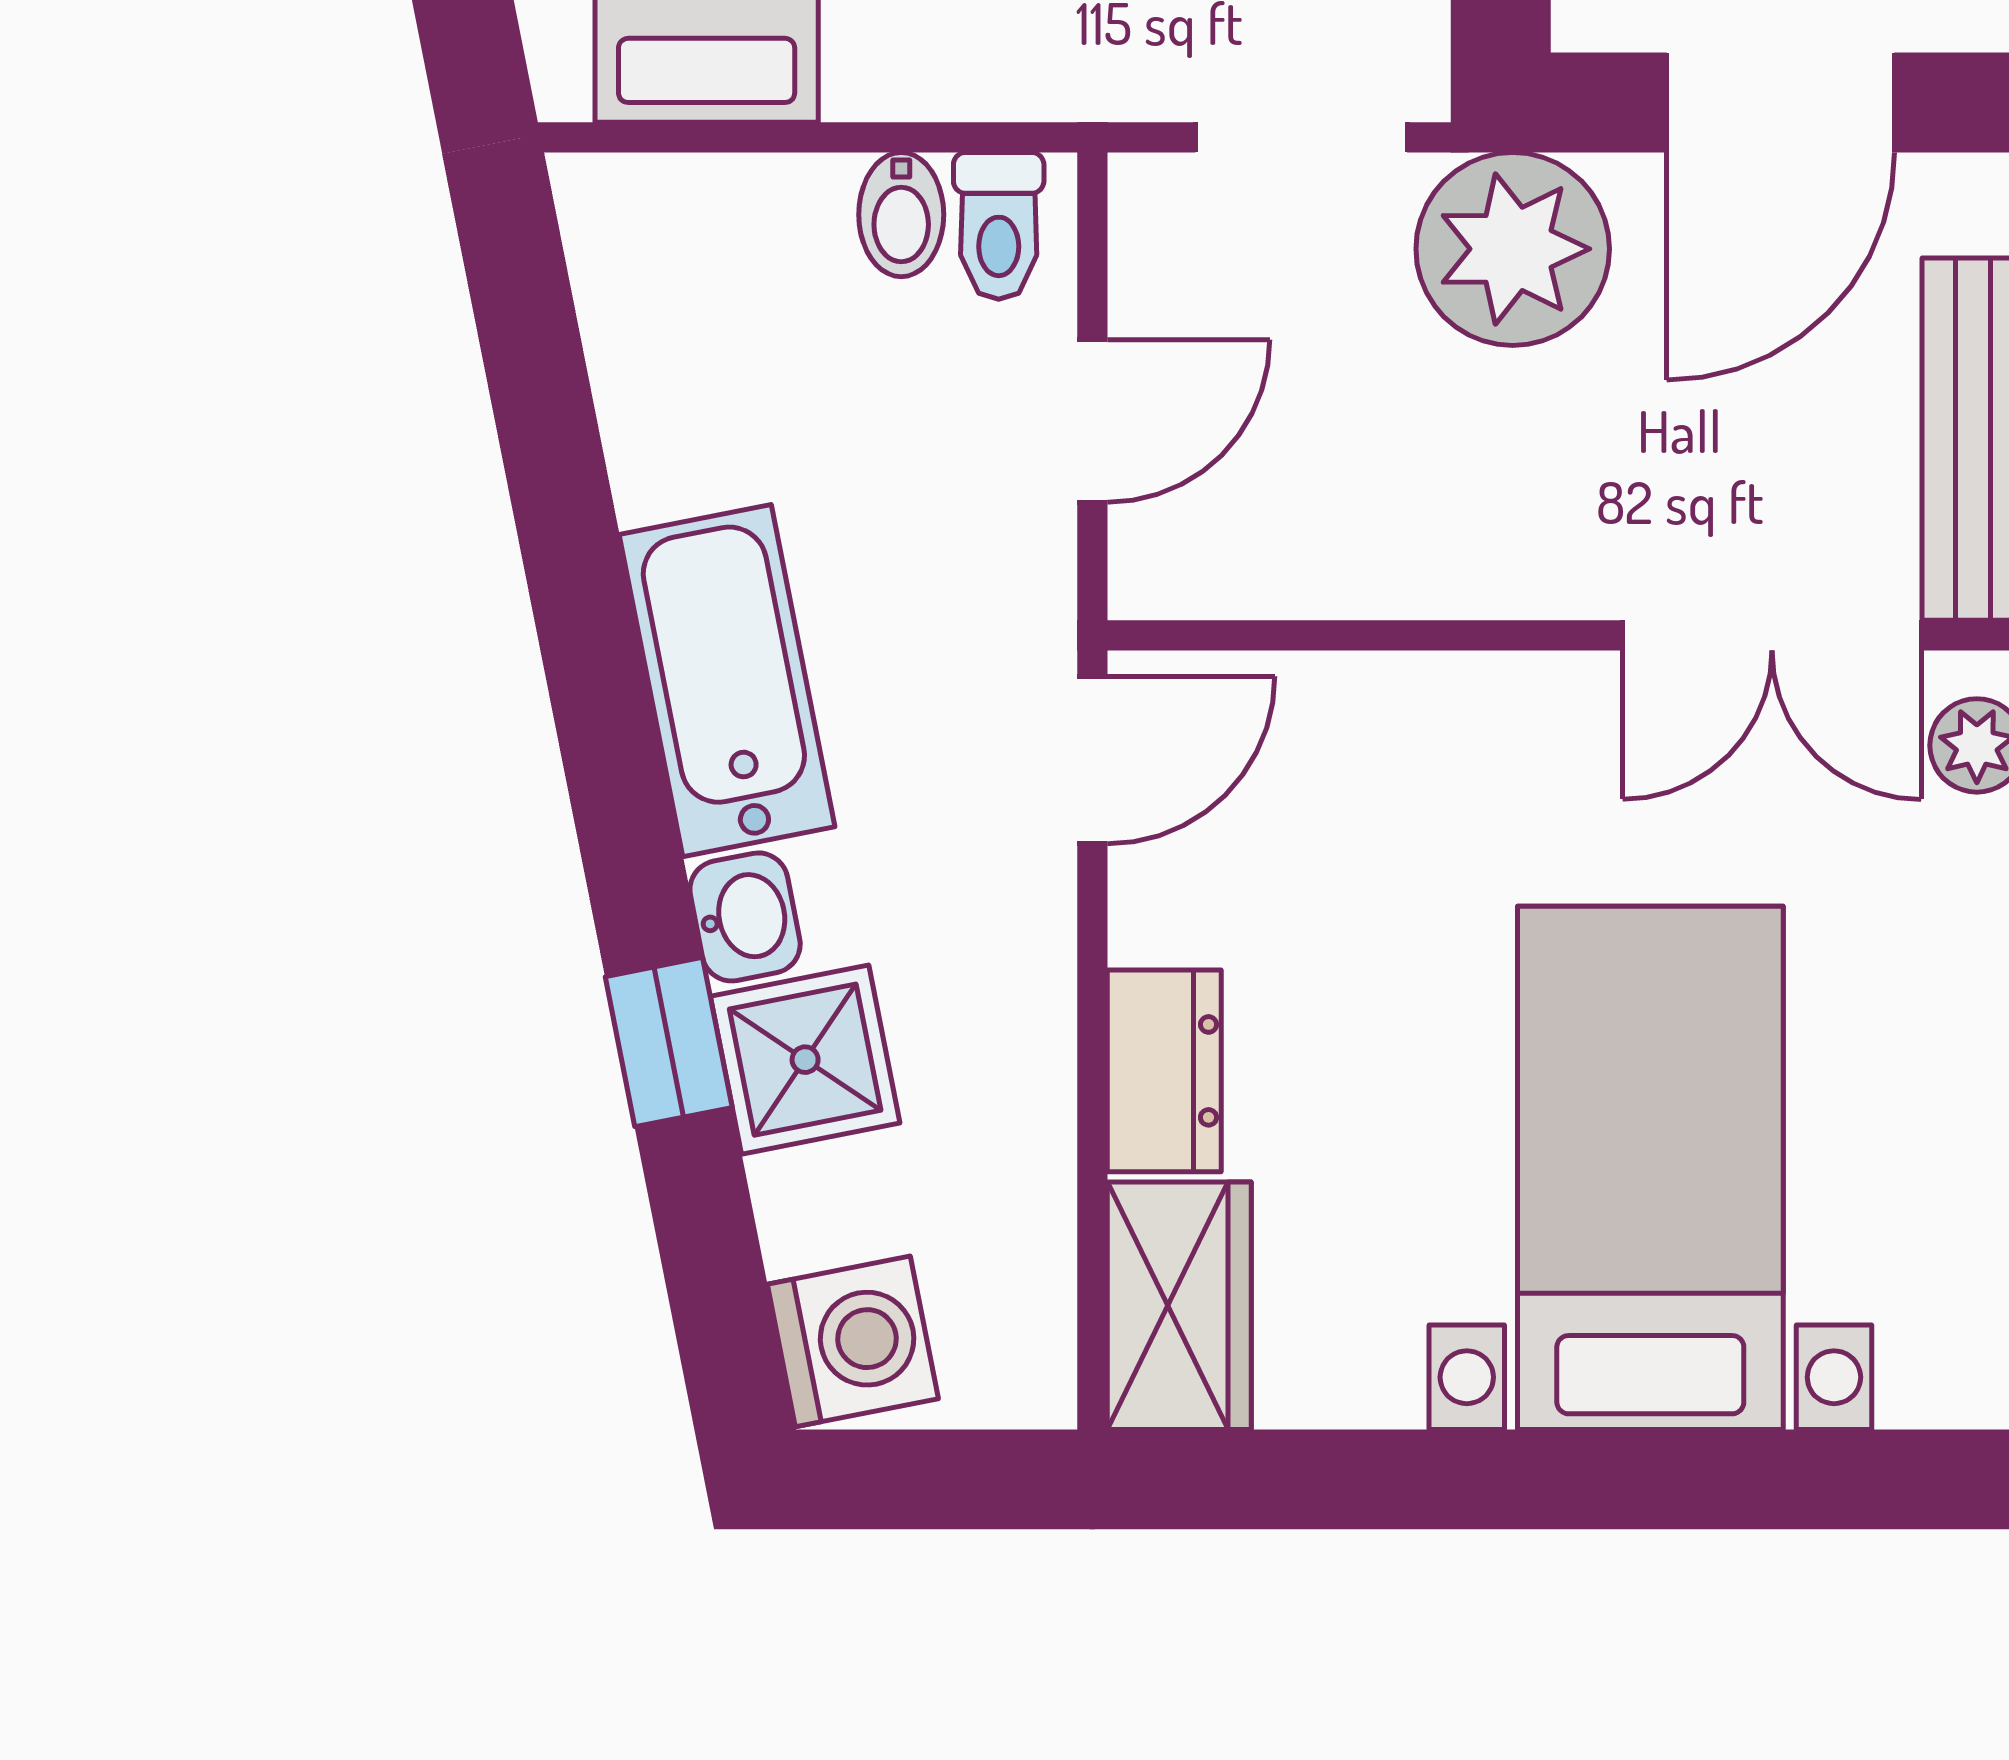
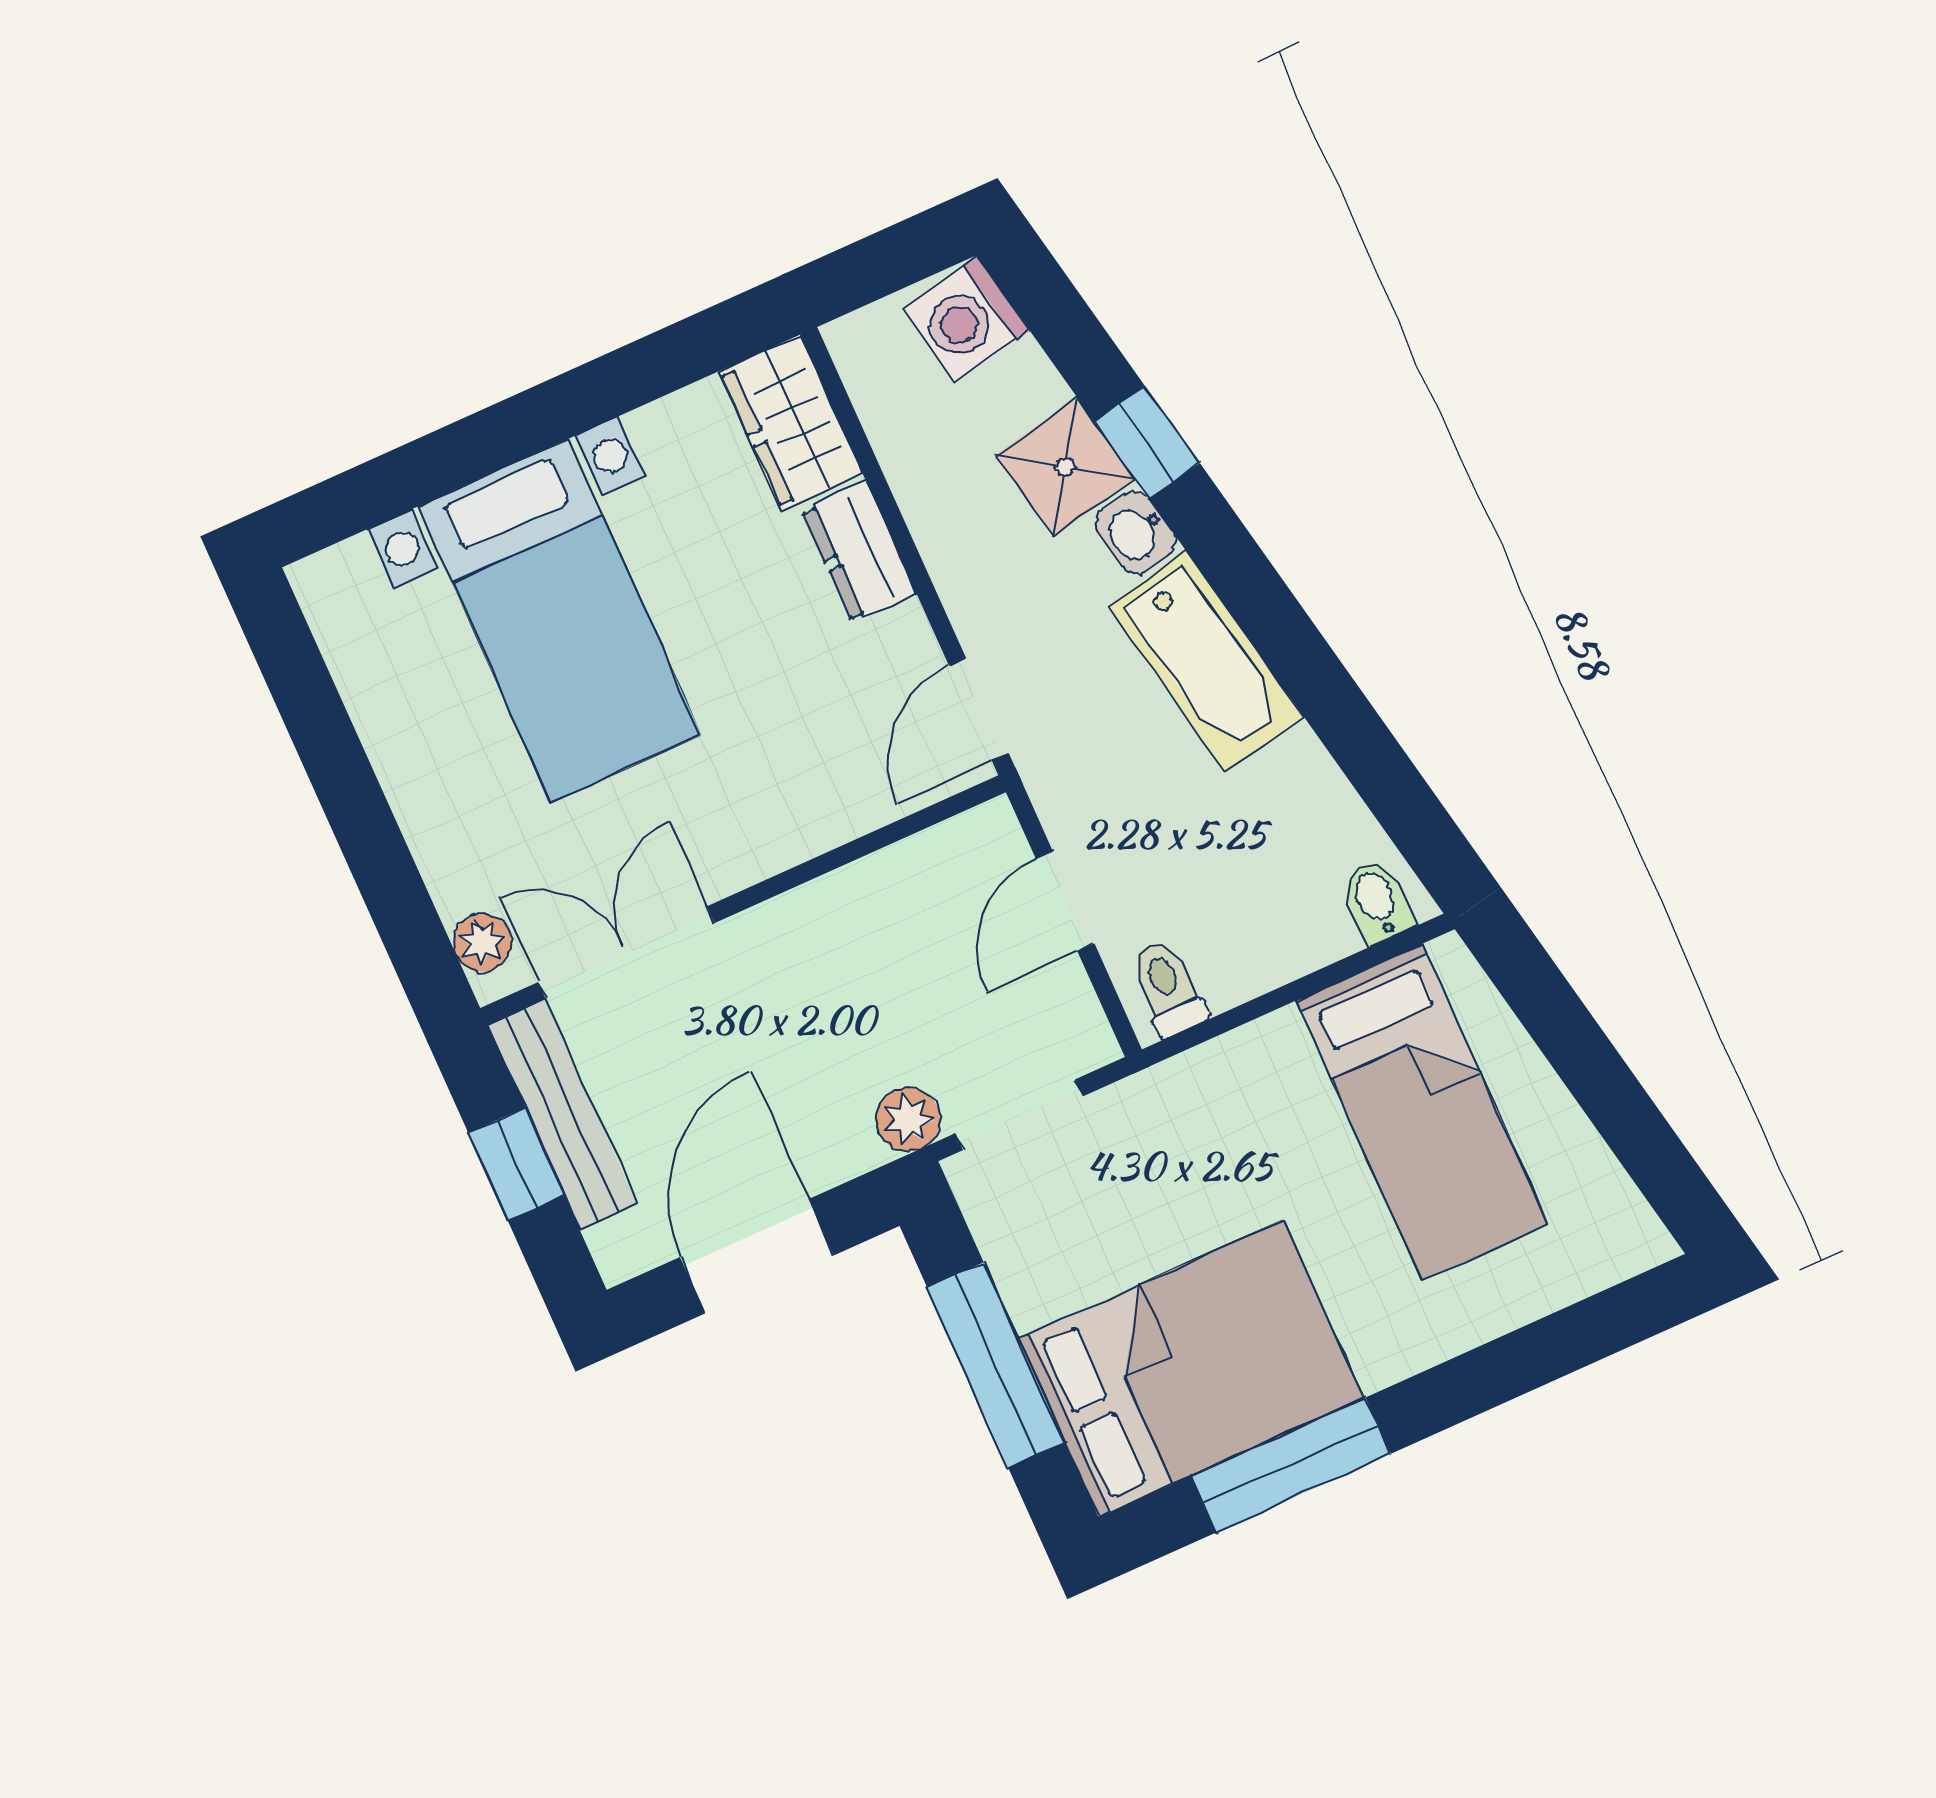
bidet: (901, 215) -> (1377, 902), moved
plant: (1513, 249) -> (908, 1119), width x0.53, depth x0.53

